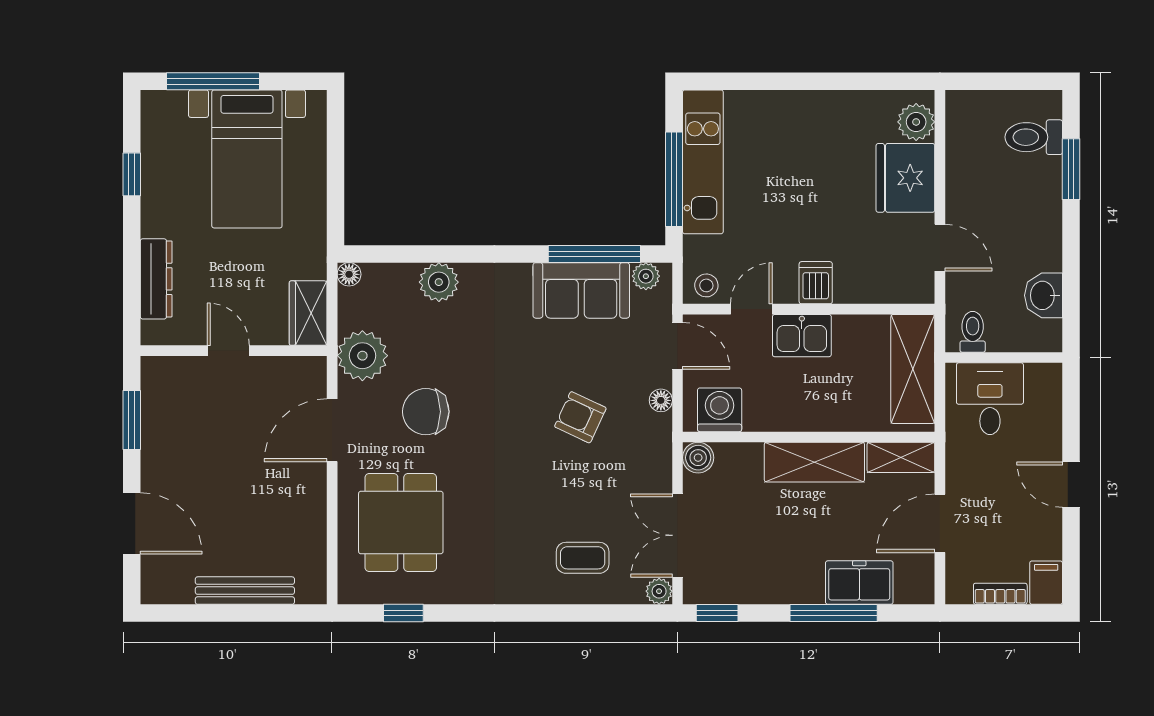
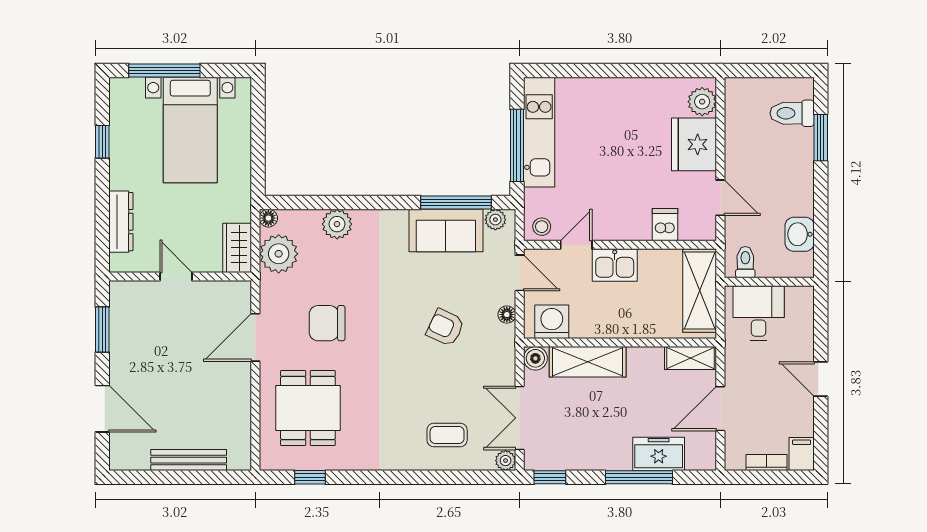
dishwasher: (816, 283) -> (665, 225), moved
plant: (362, 356) -> (279, 254), moved
shelving: (814, 462) -> (588, 362), moved

